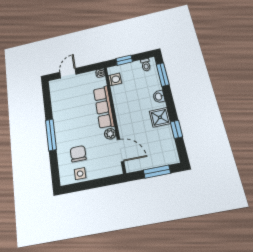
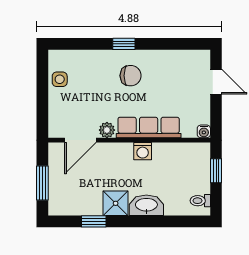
window: (163, 74) -> (179, 221), removed
washing machine: (115, 79) -> (143, 151), moved
washbasin: (159, 97) -> (146, 205), width x1.91, depth x1.45
window: (51, 135) -> (124, 44), width x0.46
chair: (78, 154) -> (131, 76), moved

